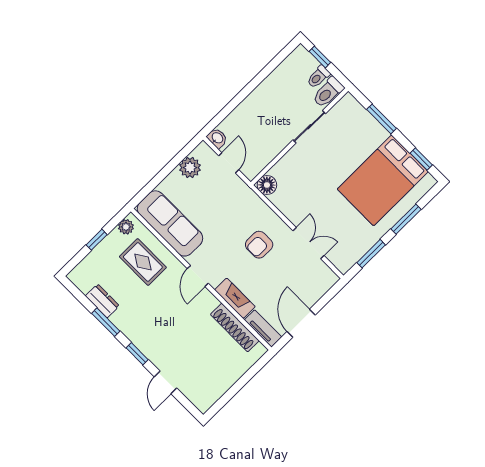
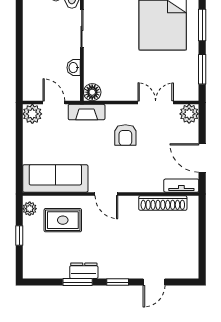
washbasin: (217, 138) -> (74, 68), moved, turned -90
plant: (190, 168) -> (32, 114), moved
plant: (326, 278) -> (189, 114), added
fireplace: (235, 298) -> (87, 112), moved, turned 180
dresser: (102, 301) -> (84, 271), moved
door: (166, 382) -> (154, 282), hinge flipped

